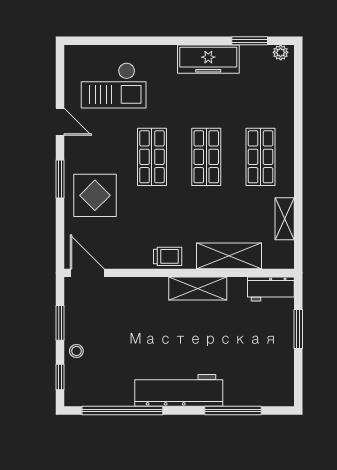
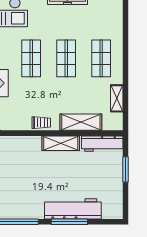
workbench: (271, 289) -> (102, 144), width x1.38
workbench: (179, 390) -> (73, 209), moved
window: (233, 411) -> (69, 222), moved

